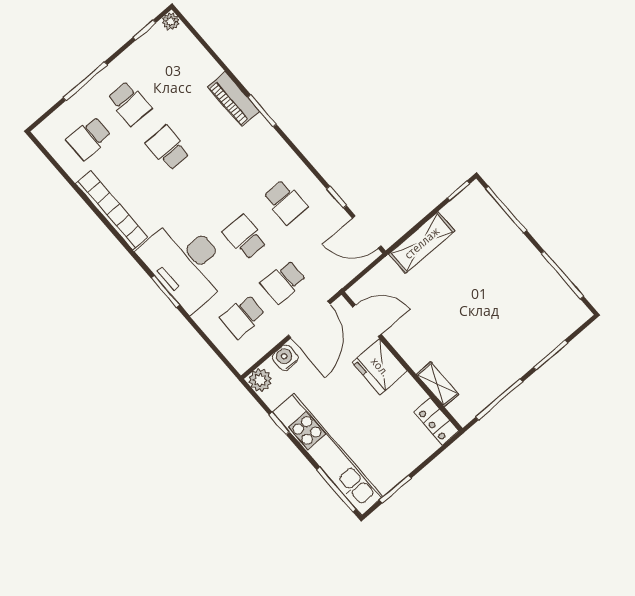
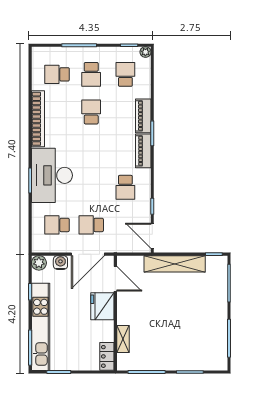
piano: (269, 141) -> (143, 151), added
school desk: (245, 237) -> (125, 74), moved
shelving: (422, 243) -> (175, 264), width x1.47

